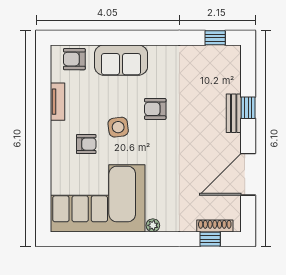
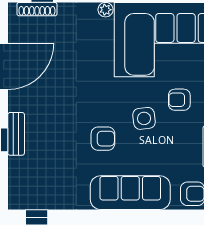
sofa: (121, 60) -> (130, 193), width x1.36

